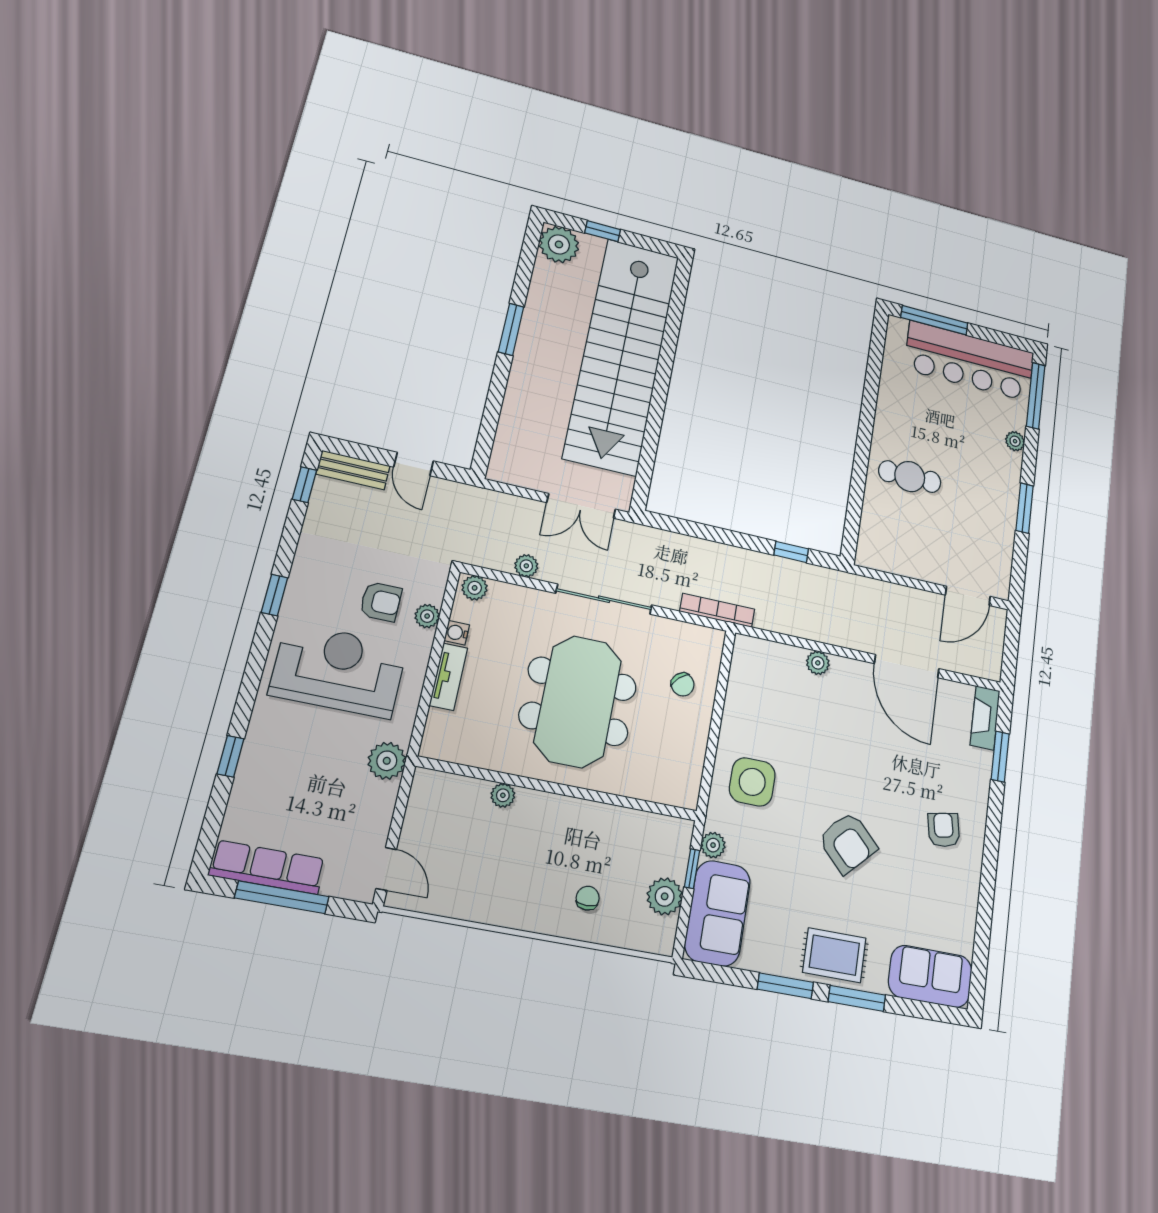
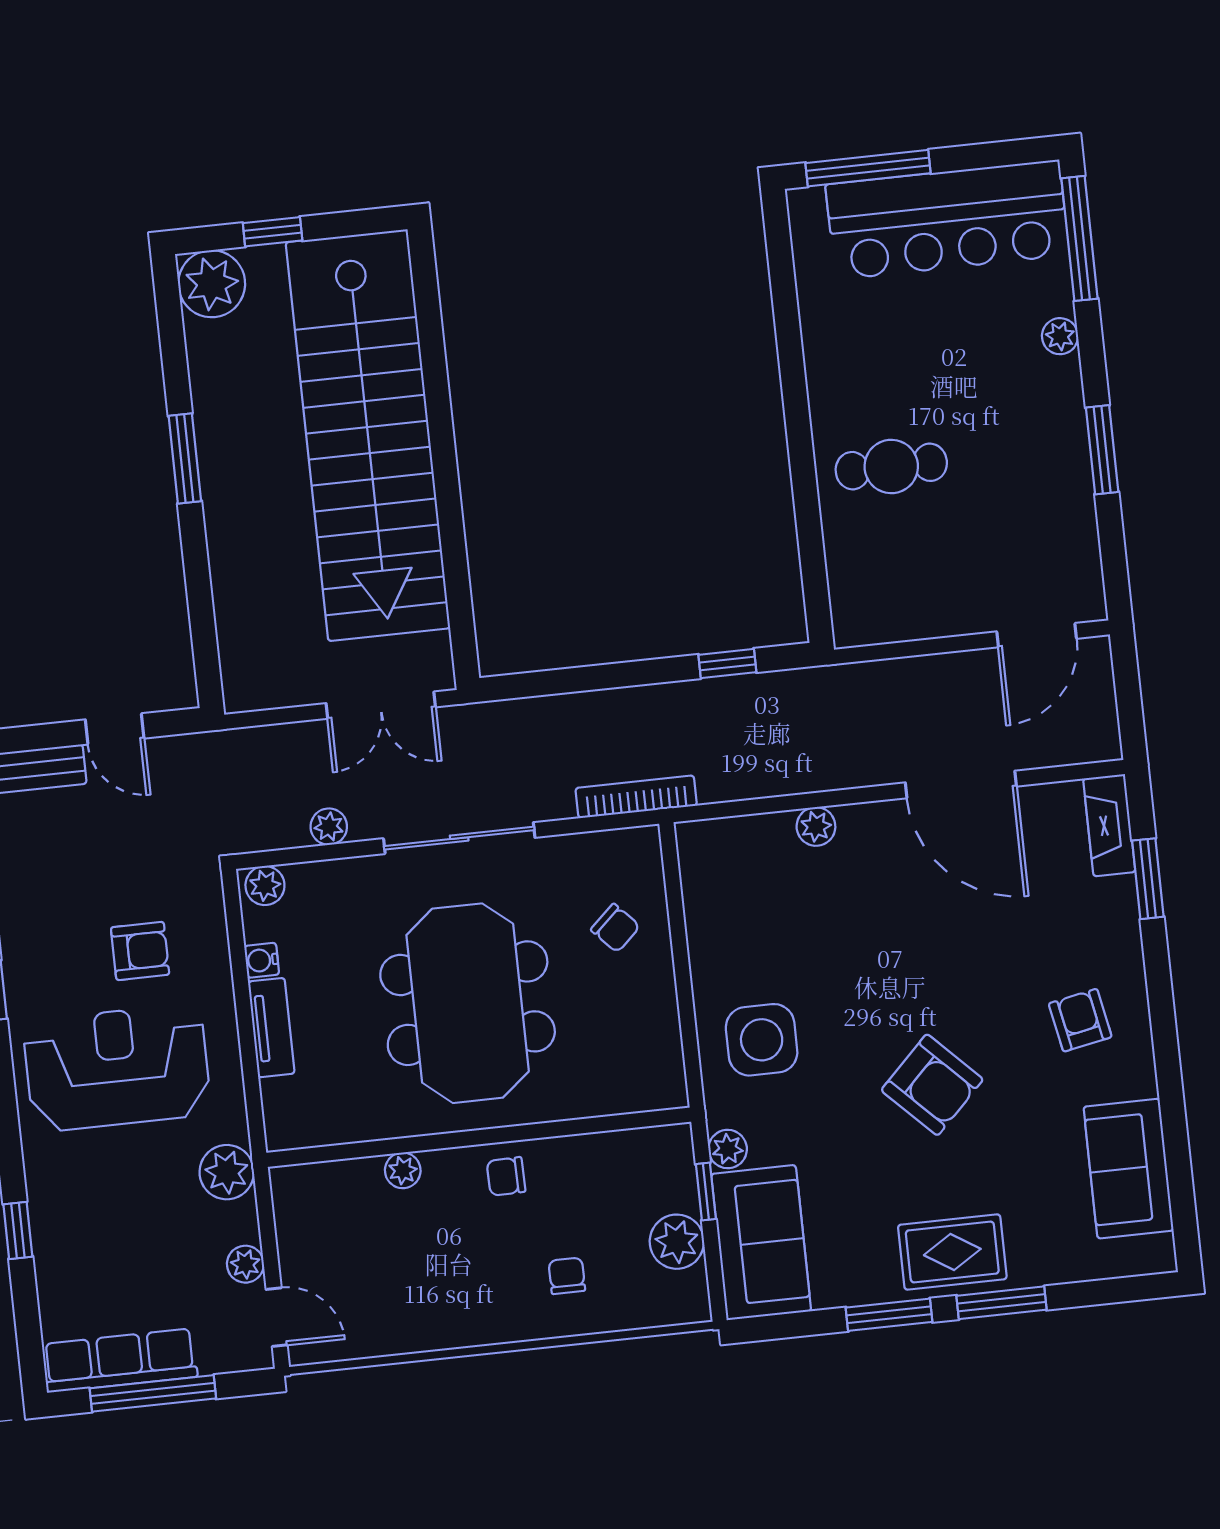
plant: (427, 616) -> (245, 1264), moved
chair: (568, 820) -> (506, 1176), added
sofa: (930, 976) -> (1129, 1169), moved, turned -90

